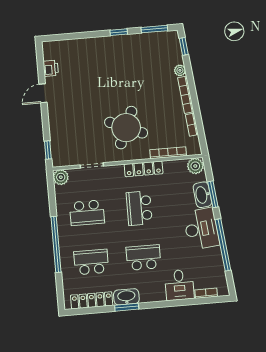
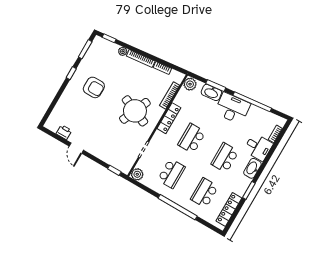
armchair: (120, 67) -> (94, 87), added
school desk: (139, 208) -> (192, 138), turned 90
washbasin: (126, 297) -> (252, 168), moved

